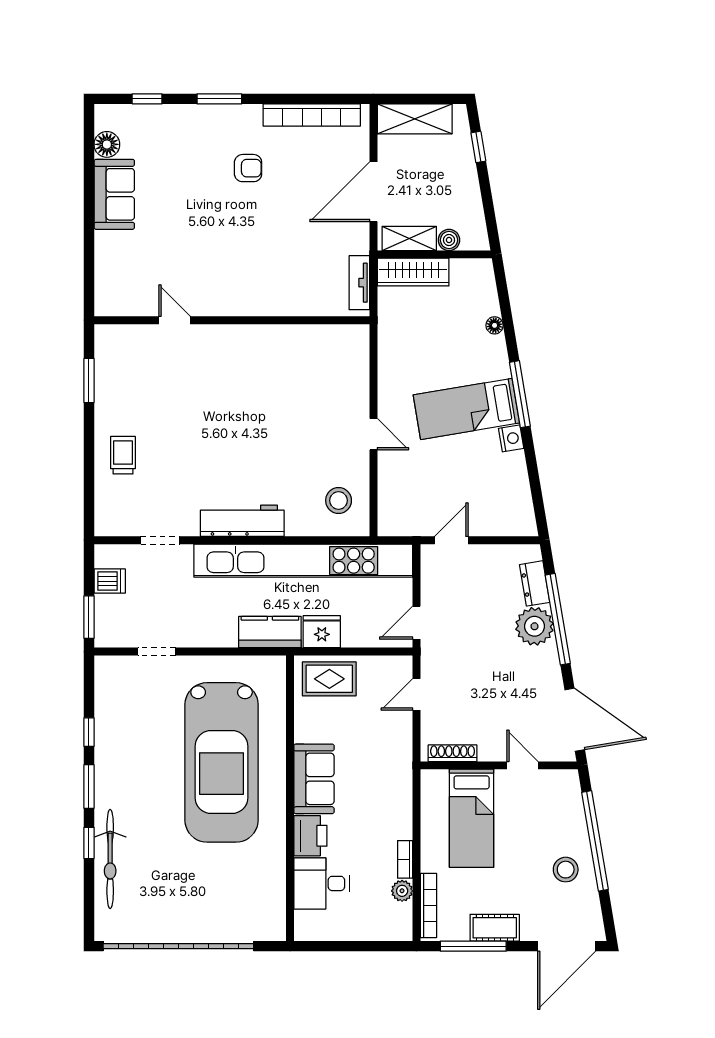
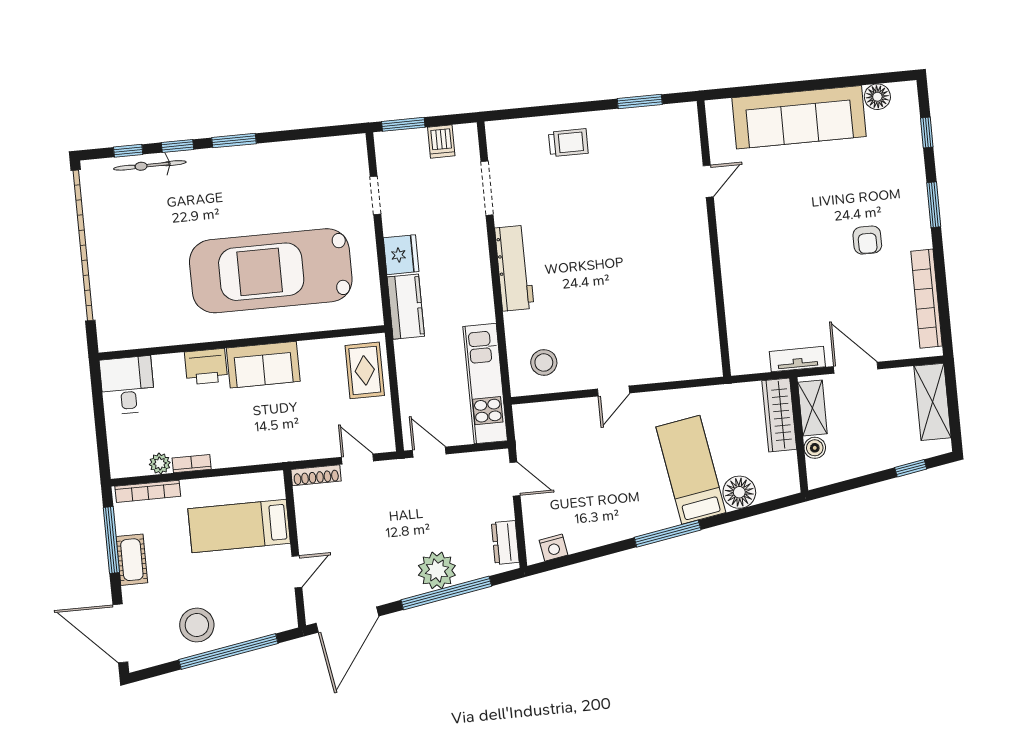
door: (373, 192) -> (856, 368), width x0.73
sofa: (114, 194) -> (799, 117), width x1.85, depth x1.27
tv unit: (359, 283) -> (797, 359), moved
floor lamp: (495, 325) -> (739, 492), width x1.89, depth x1.89
bed: (466, 409) -> (691, 470), moved
nightstand: (511, 438) -> (554, 548), moved
doorway: (160, 540) -> (487, 188), width x1.38
kitchen unit: (303, 561) -> (485, 384), width x0.54
dresser: (535, 583) -> (505, 542), moved, turned -80
fridge: (322, 632) -> (401, 255), moved
window: (89, 732) -> (128, 151), moved
shoe rack: (453, 753) -> (316, 475), moved, turned 90
bicycle: (110, 859) -> (150, 165), width x0.73, depth x0.71
stool: (566, 870) -> (197, 625), width x1.38, depth x1.38
desk: (321, 883) -> (127, 385), moved

